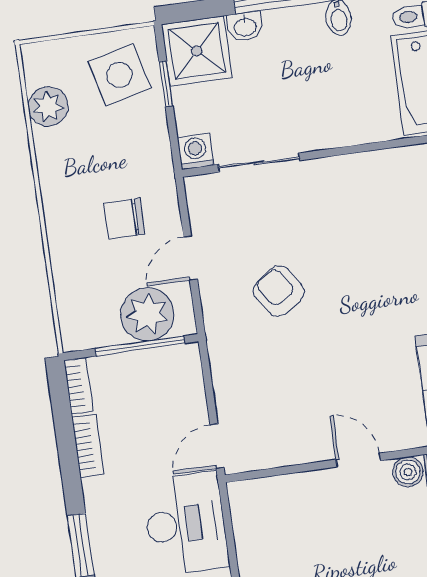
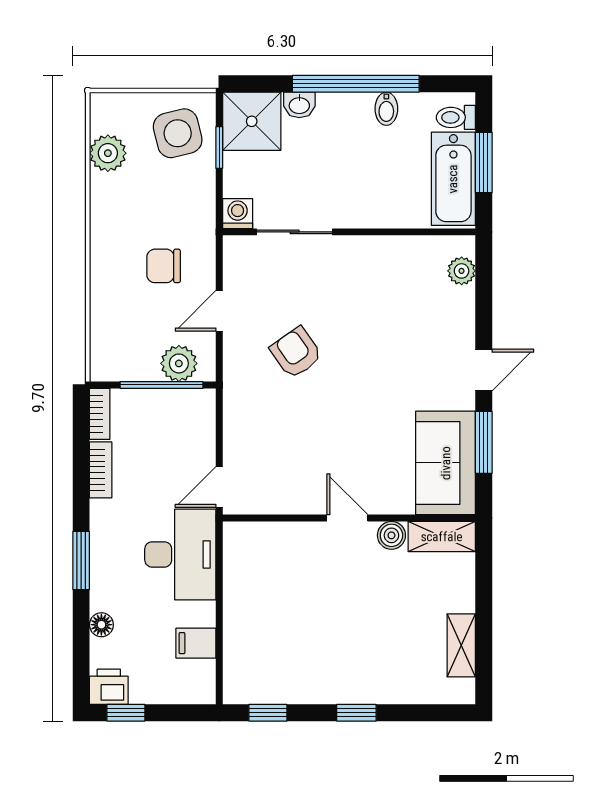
plant: (147, 314) -> (179, 363), width x0.73, depth x0.73

